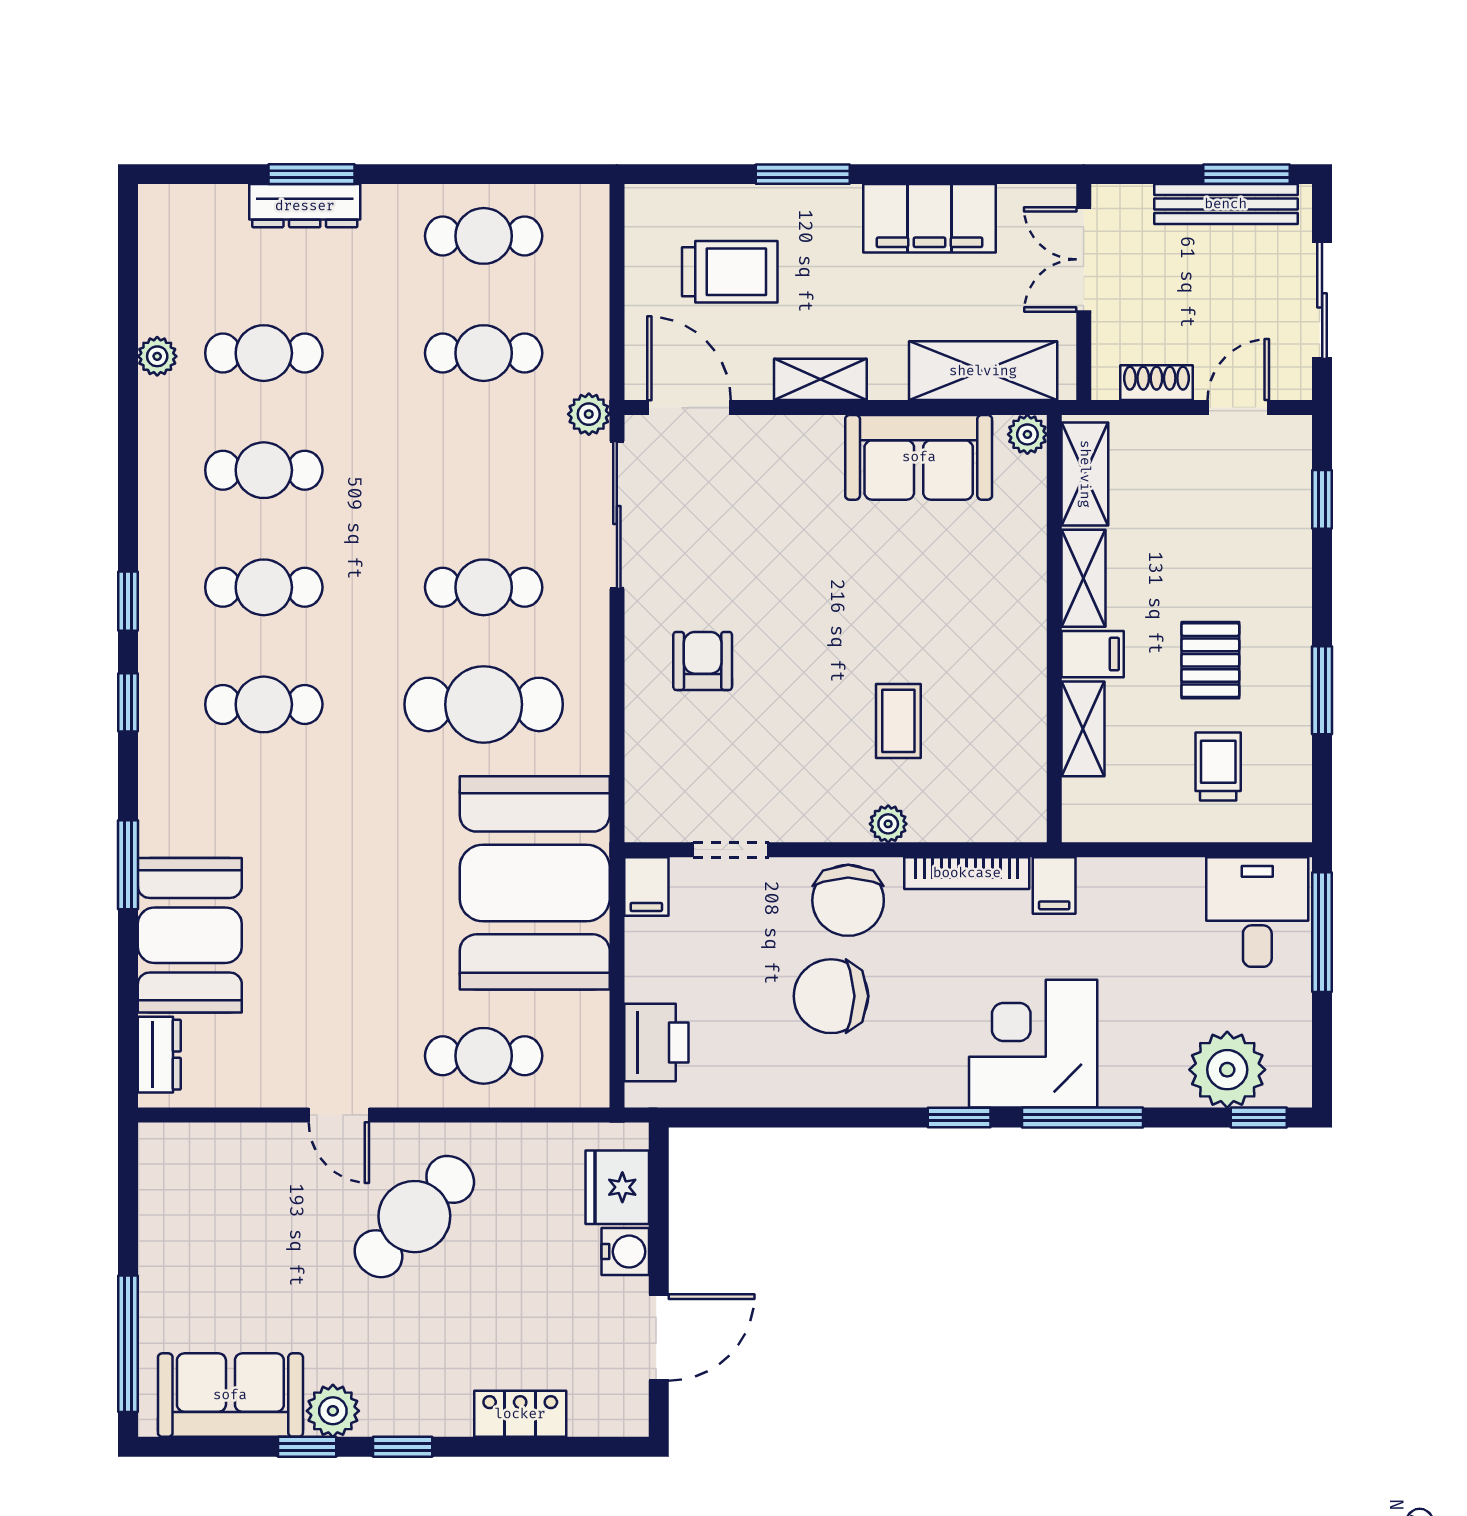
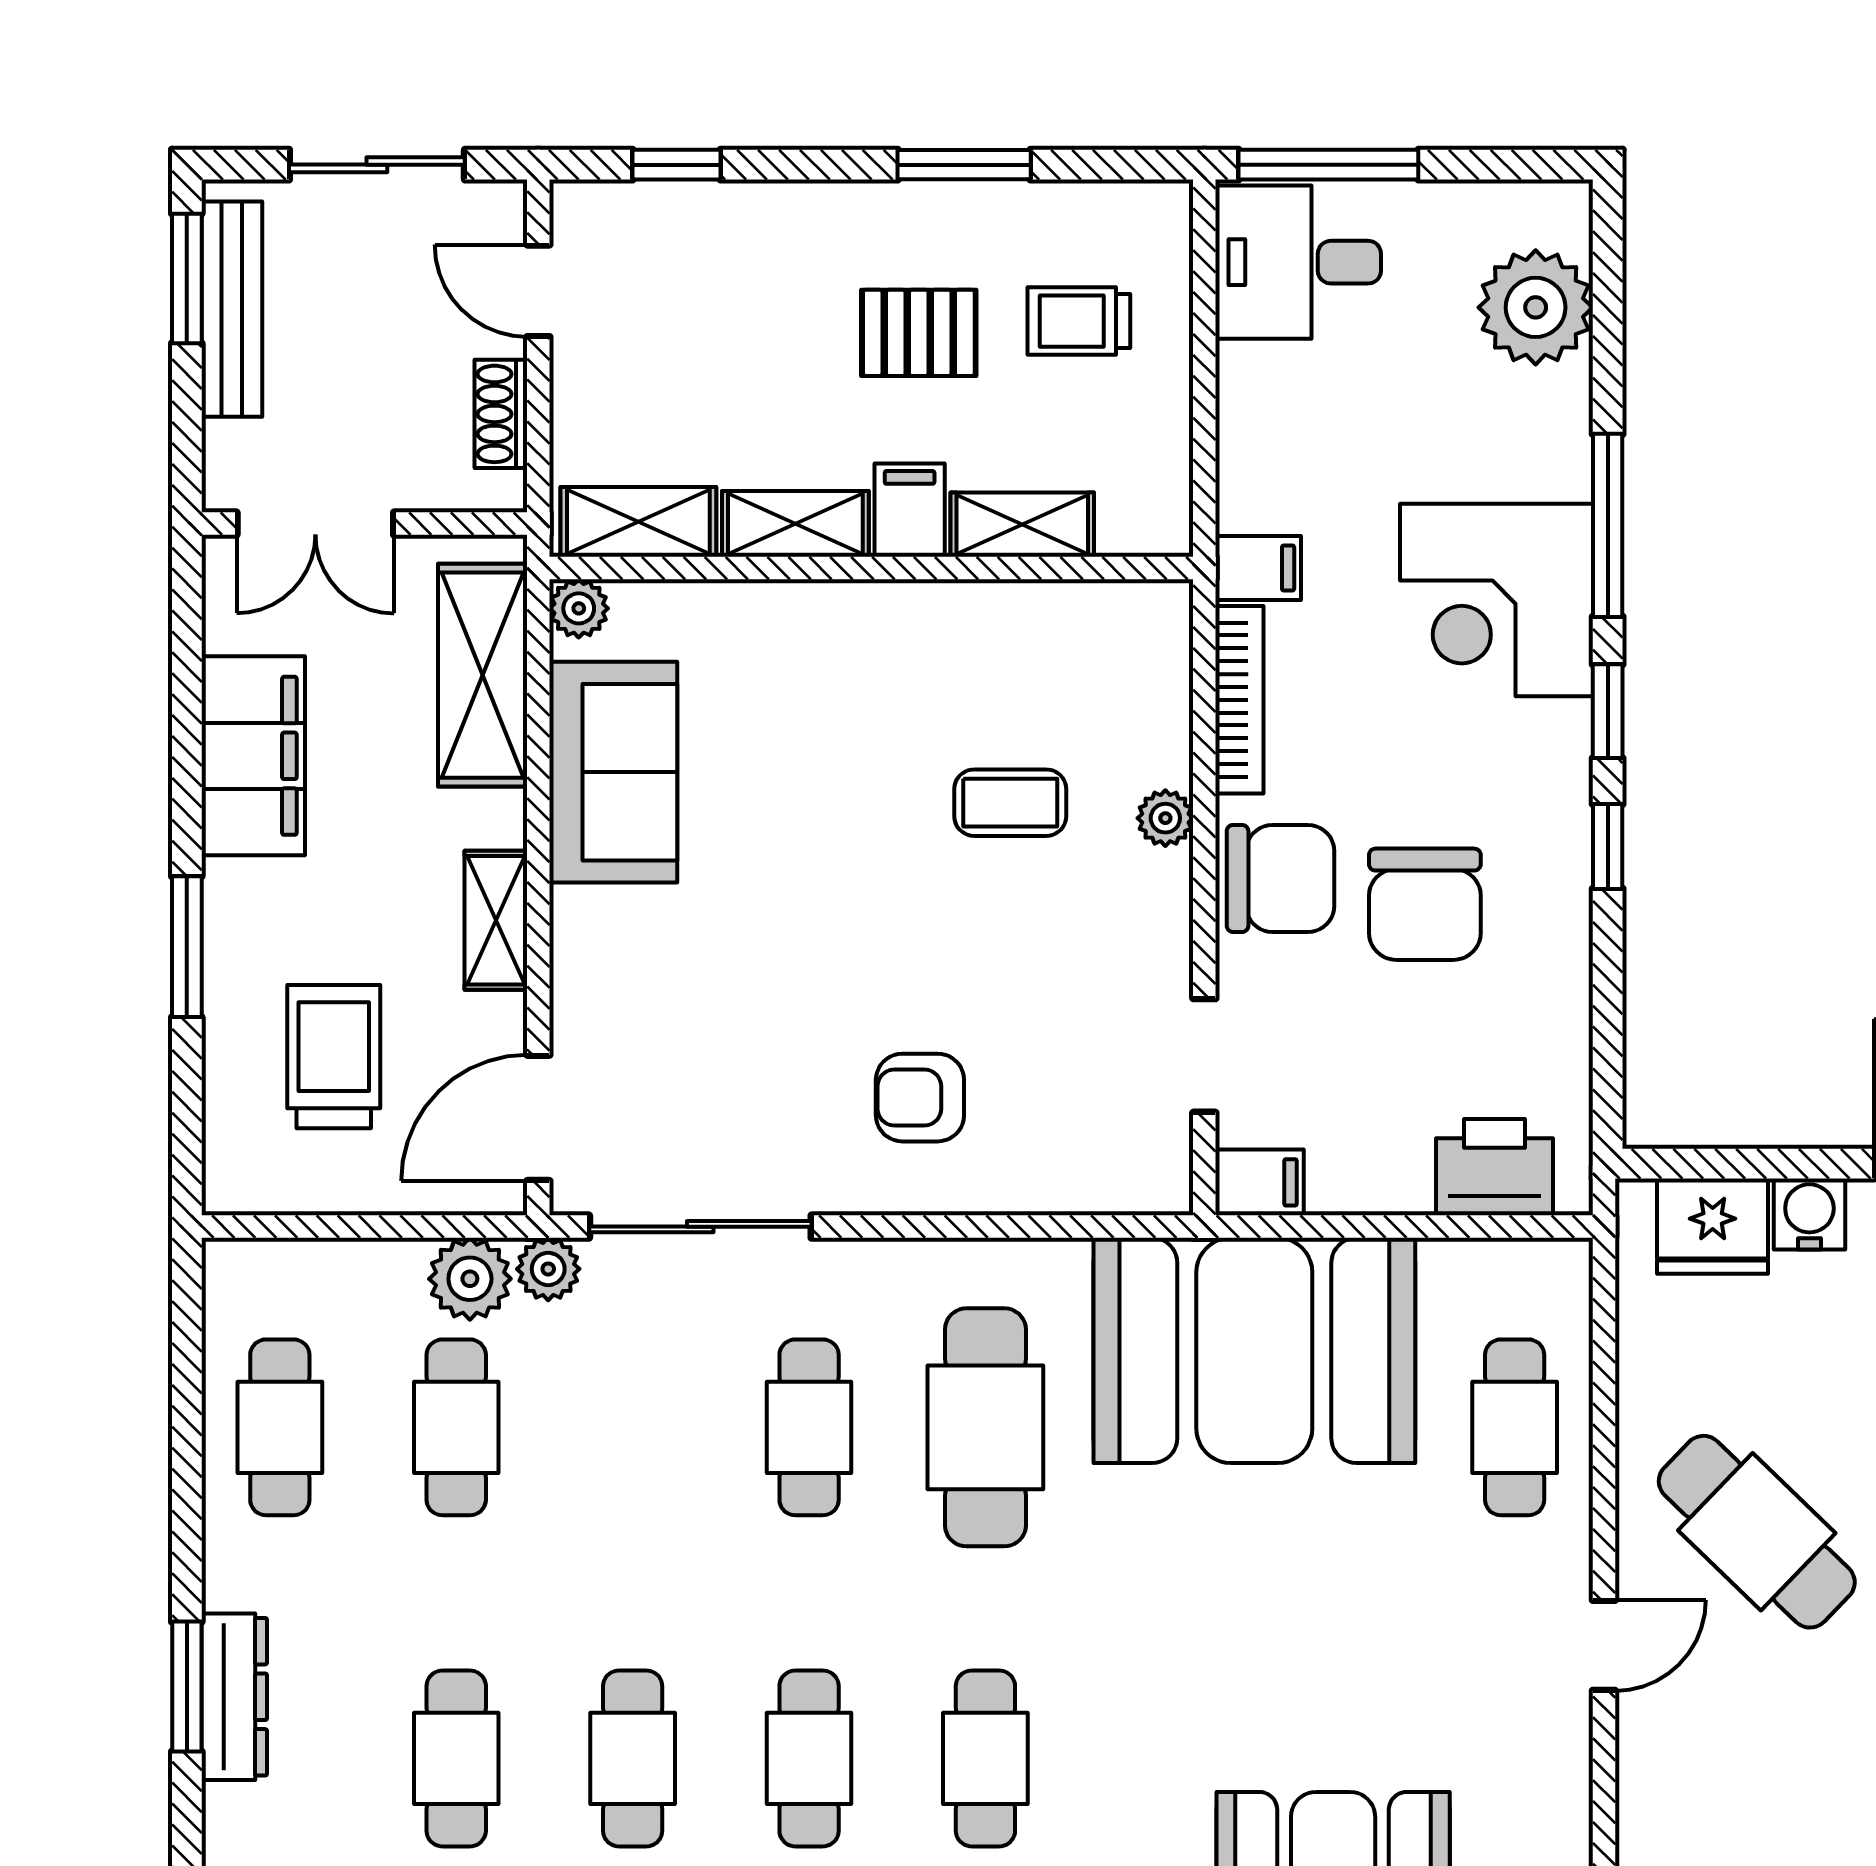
plant: (582, 362) -> (470, 1279), added
window: (1259, 1118) -> (1608, 846), moved

